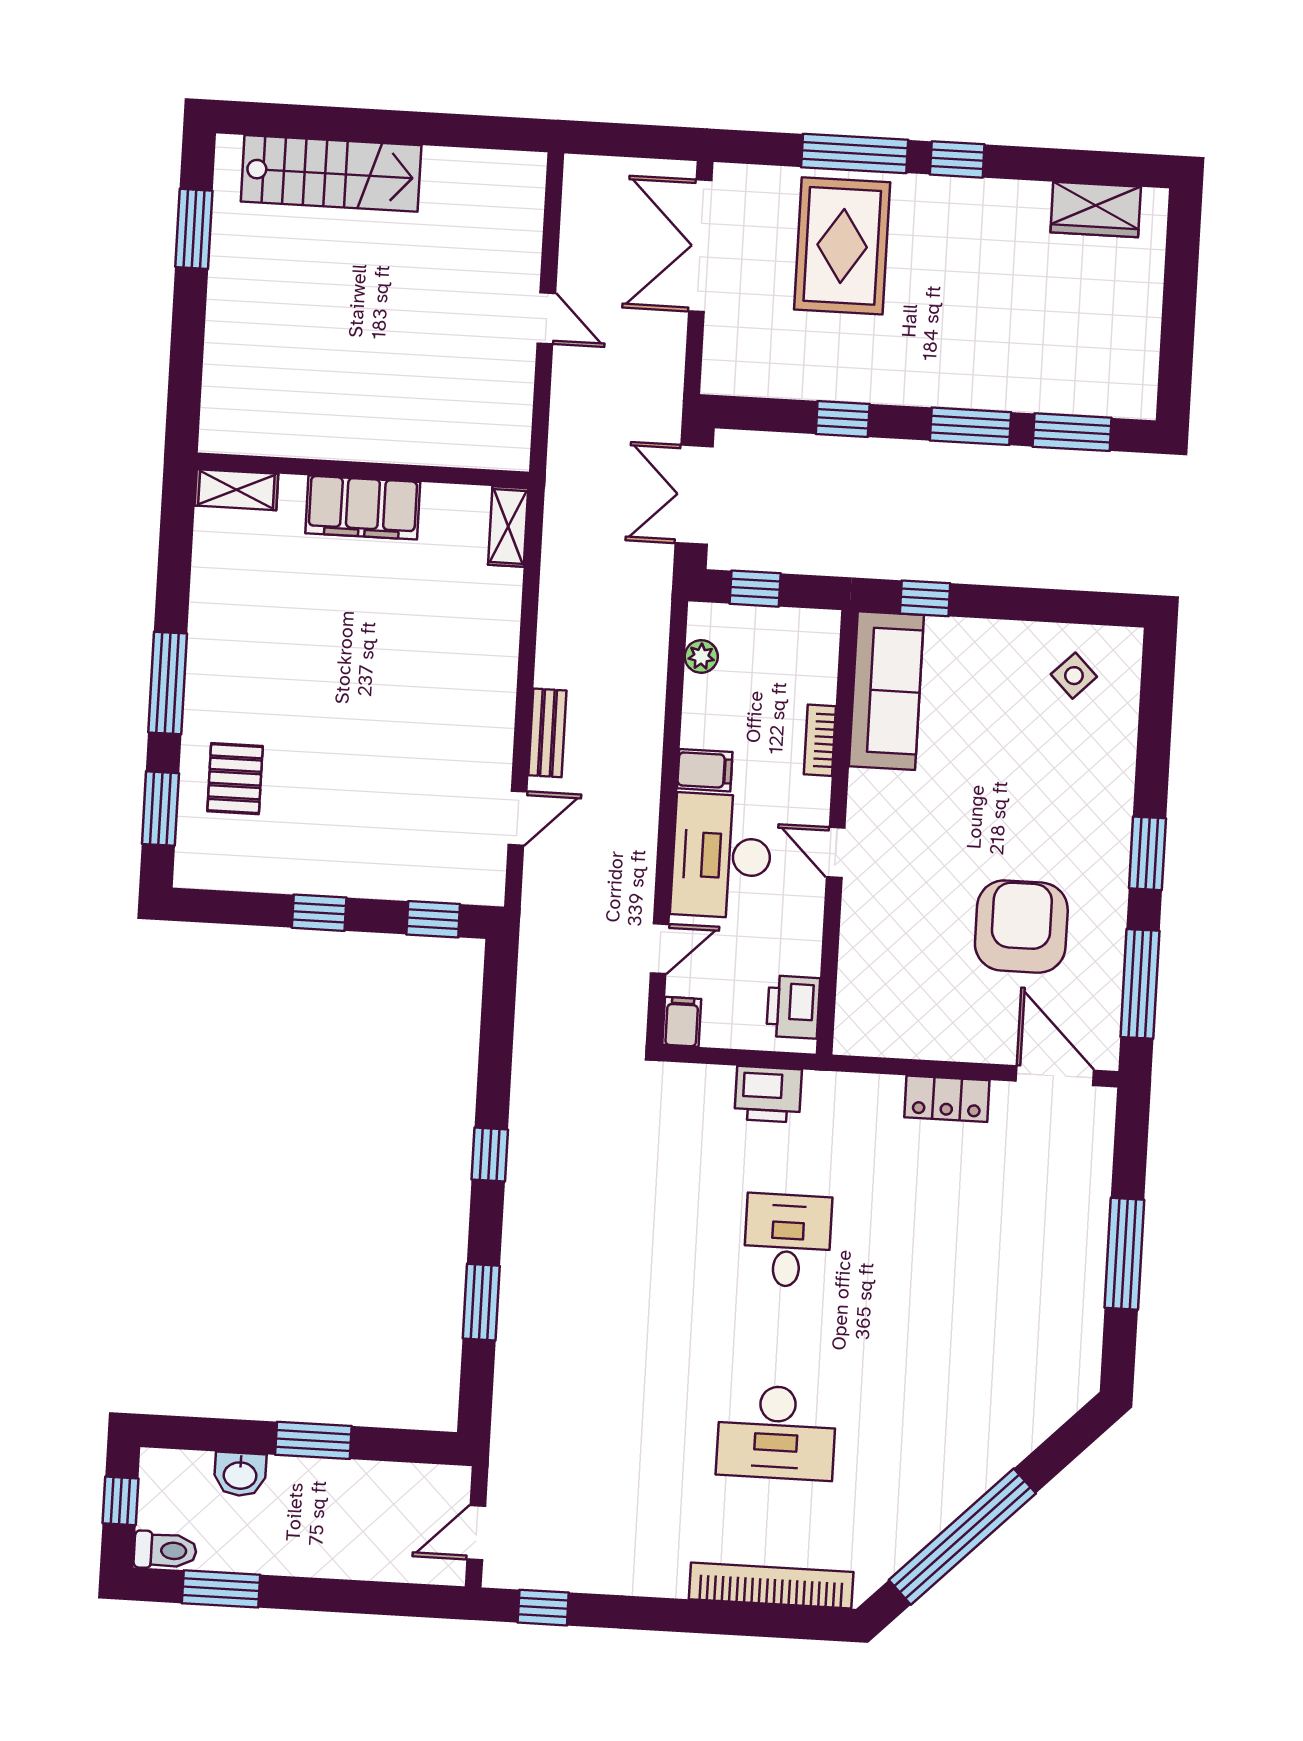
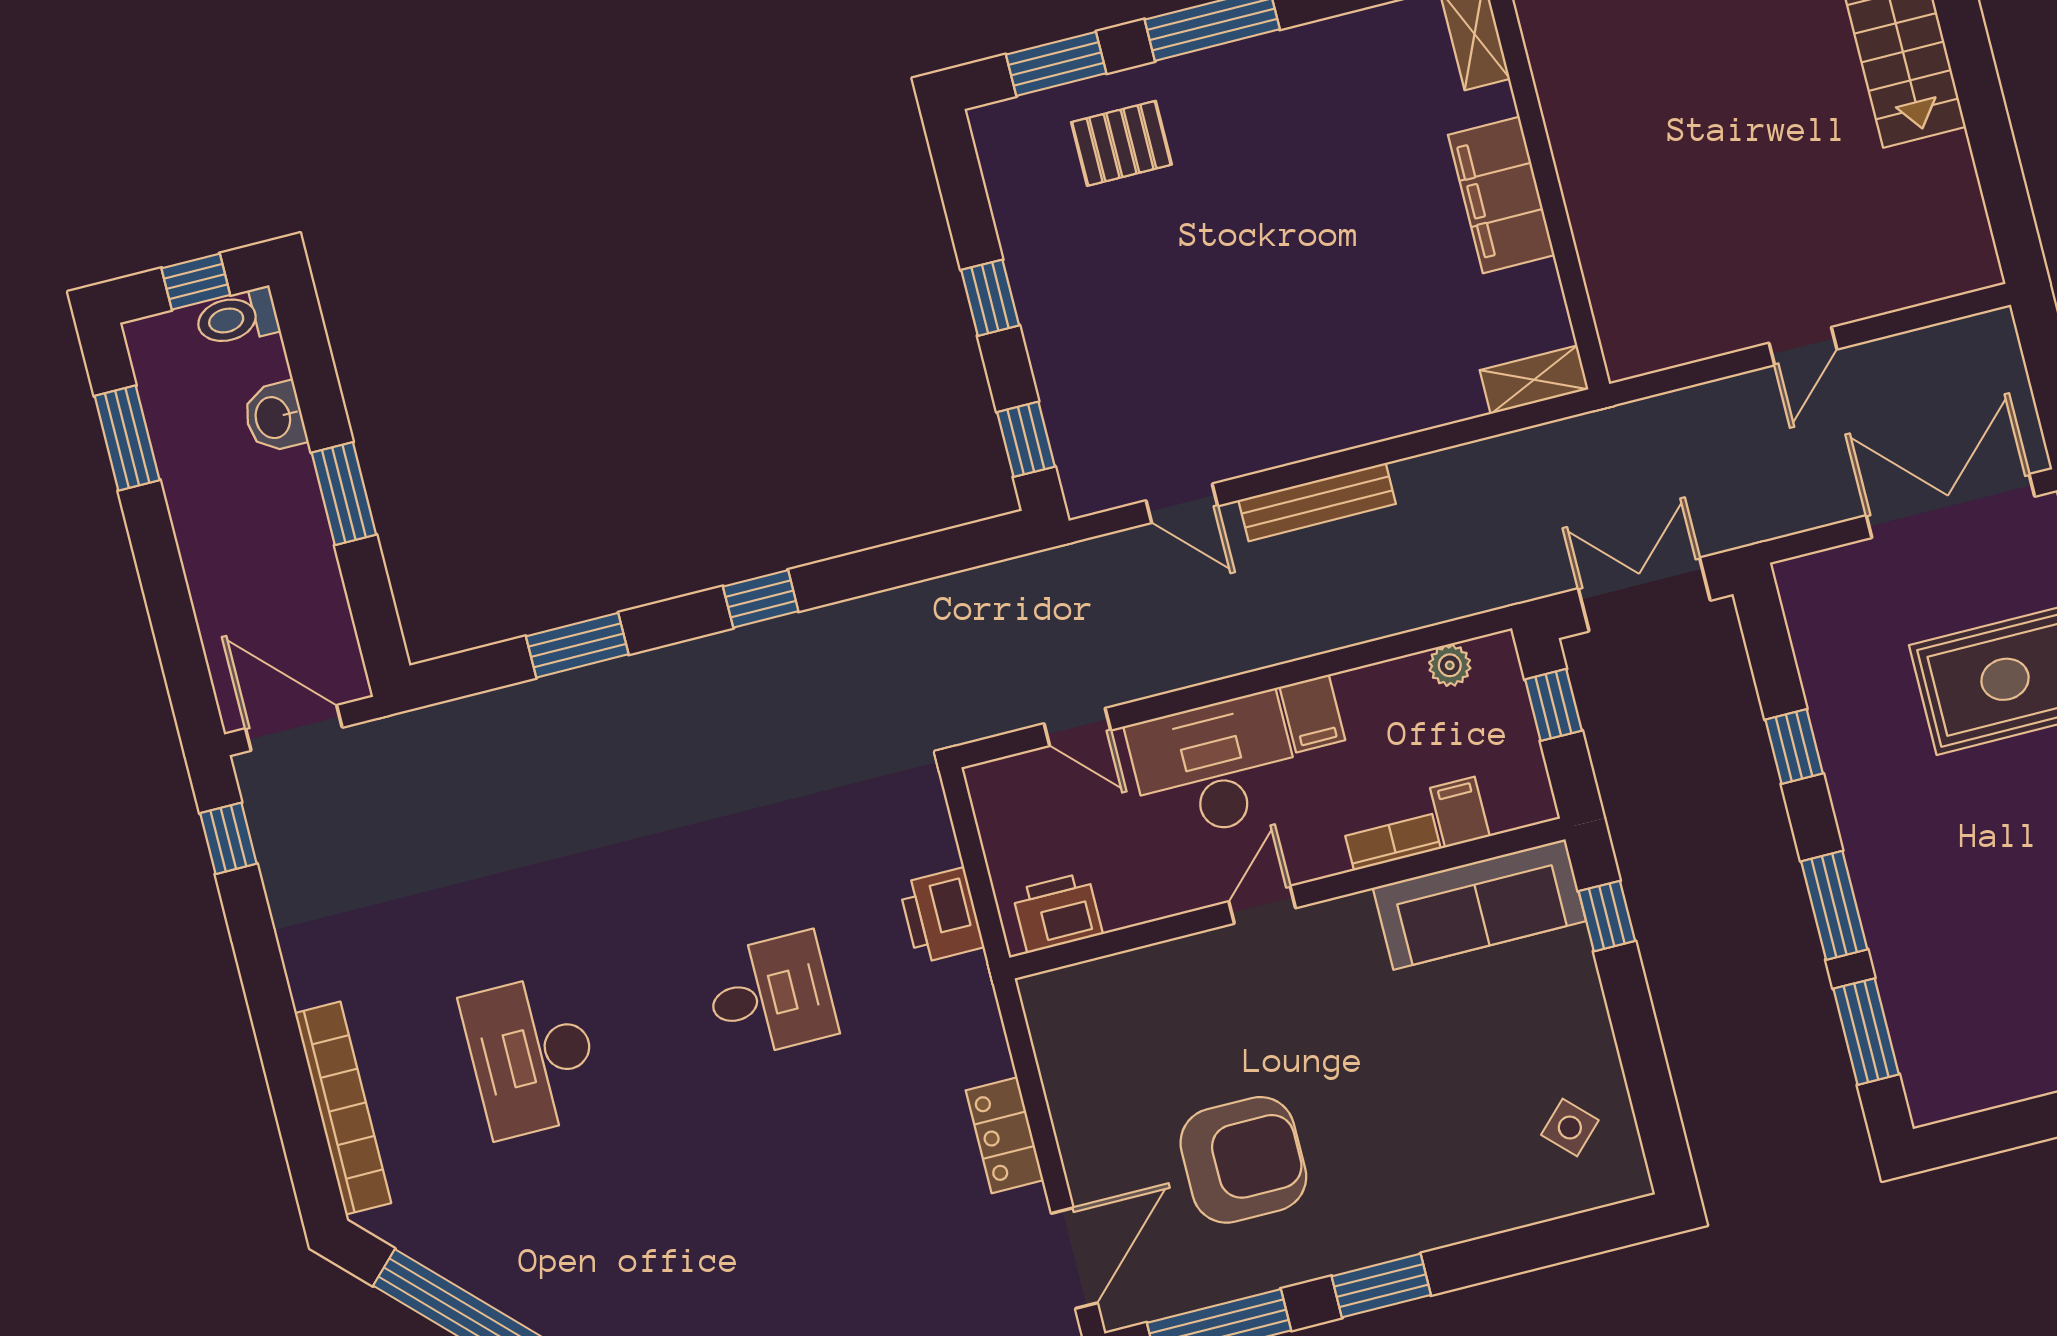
bench: (547, 733) -> (1317, 502), width x1.36
filing cabinet: (682, 1022) -> (1460, 812), moved, turned -90
door: (476, 1533) -> (294, 728), width x1.38
toilet: (165, 1550) -> (237, 318), moved, turned 90

